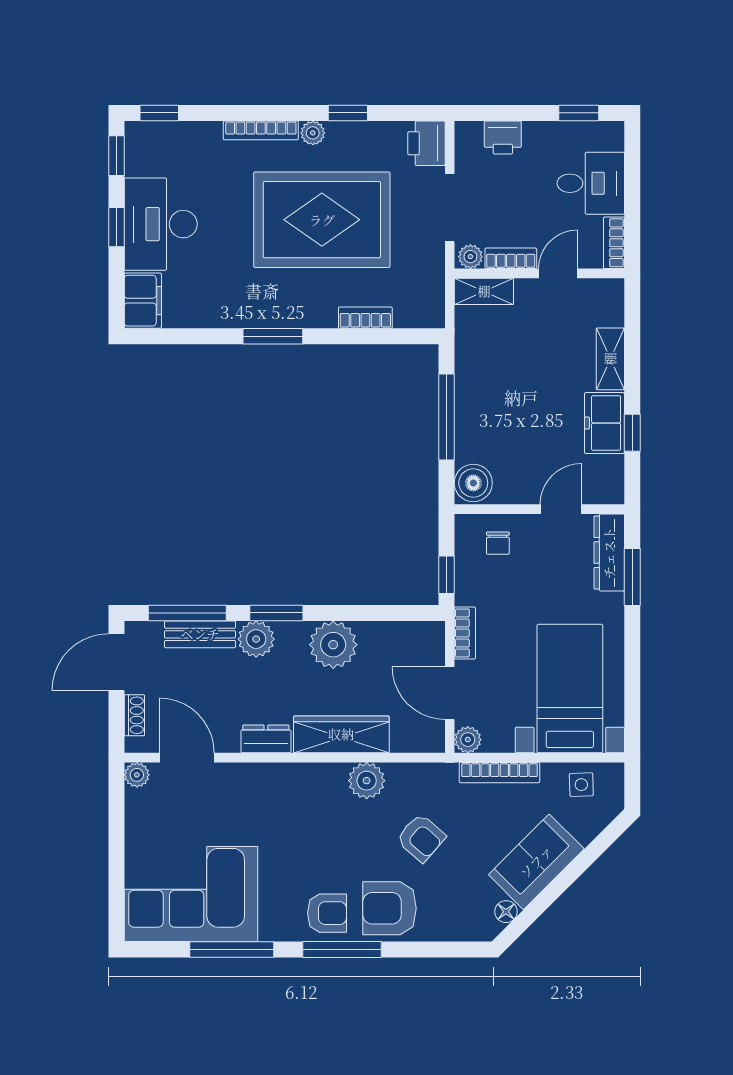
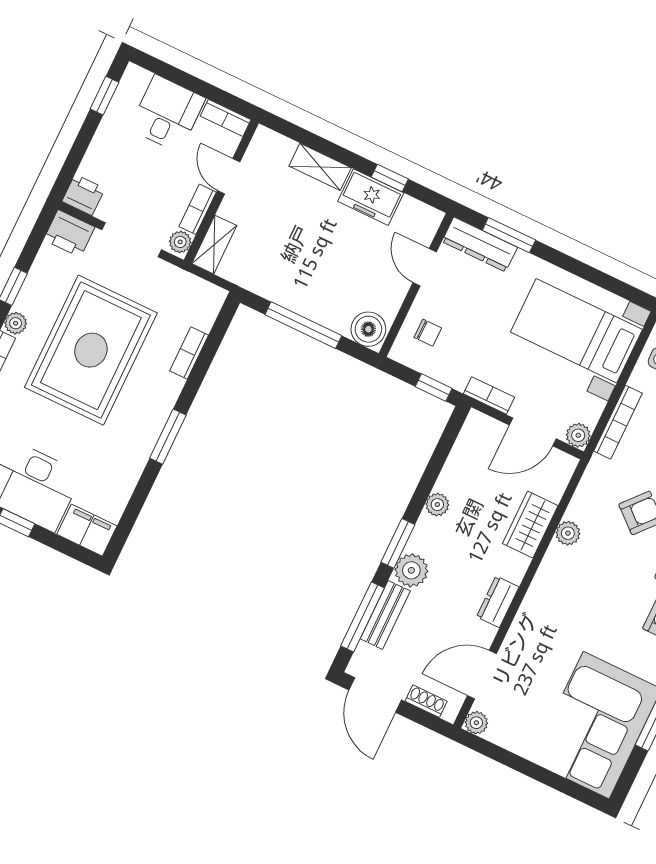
printer: (503, 137) -> (83, 195), moved, turned -90
plant: (333, 645) -> (437, 505), width x0.53, depth x0.53
wardrobe: (341, 734) -> (530, 525), width x0.67
plant: (367, 781) -> (568, 533), width x0.73, depth x0.73

